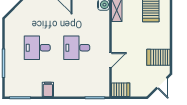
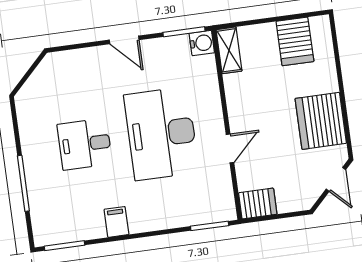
desk: (77, 48) -> (161, 134), width x1.87, depth x1.30
server rack: (158, 57) -> (321, 121), width x1.60

